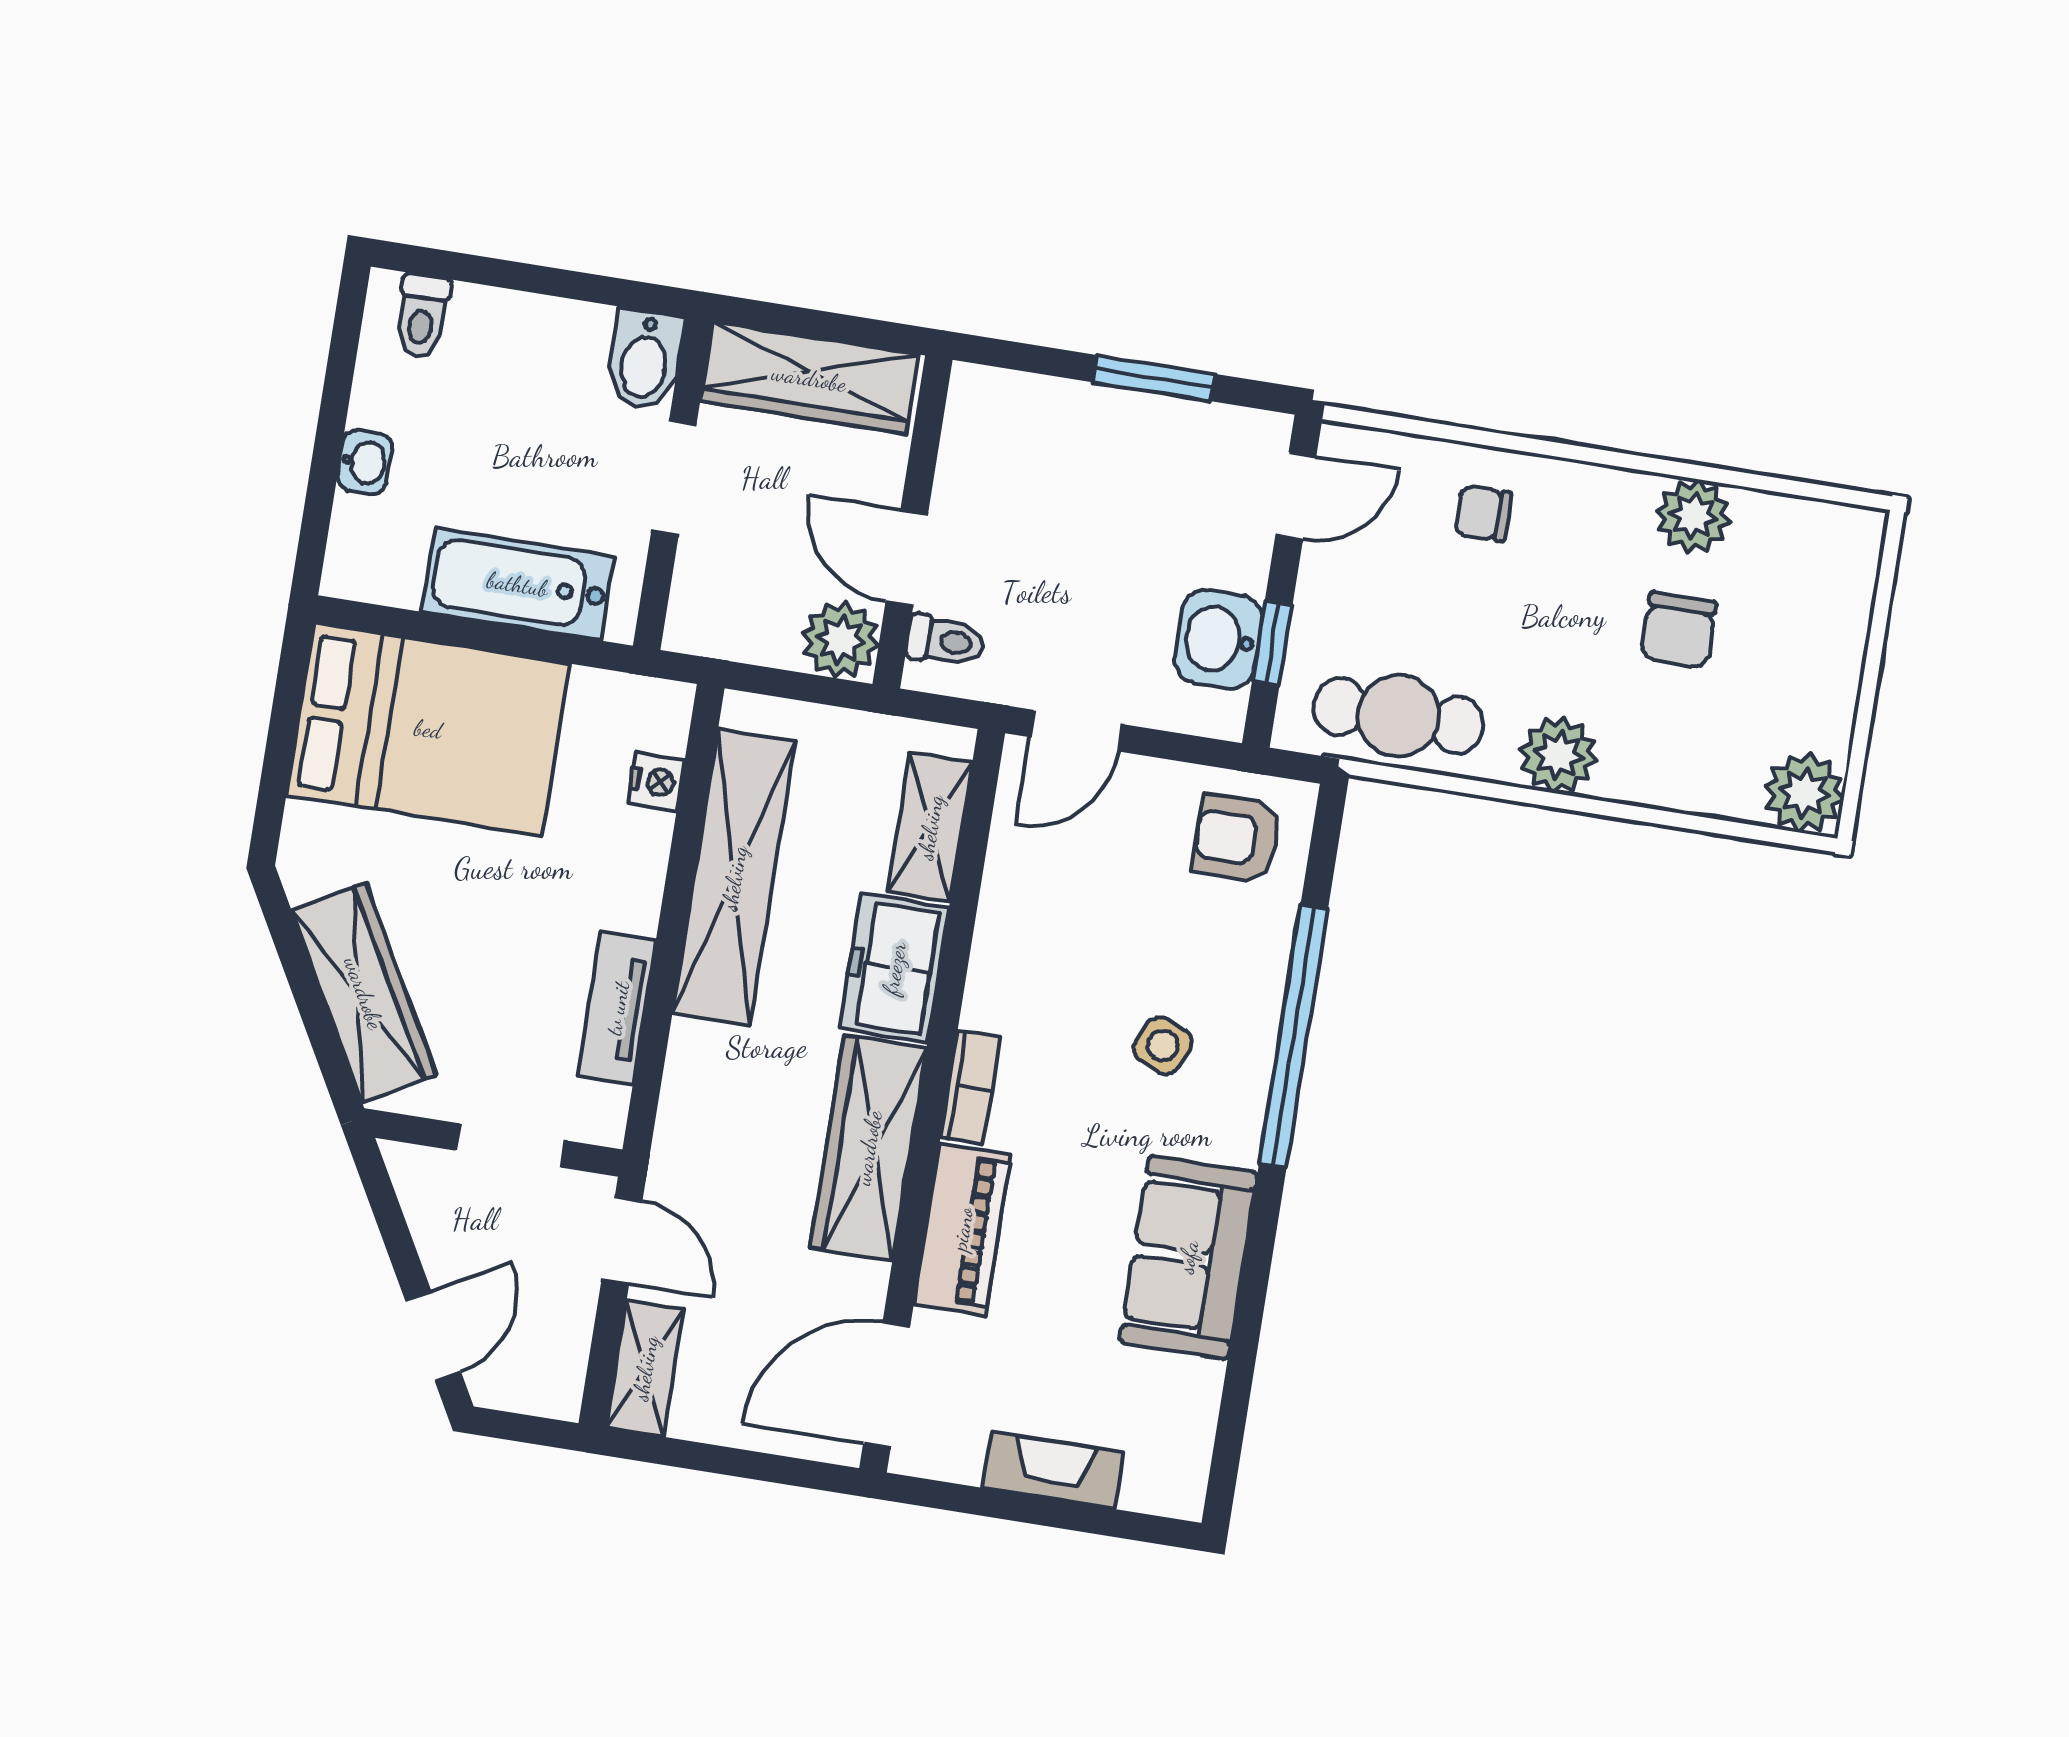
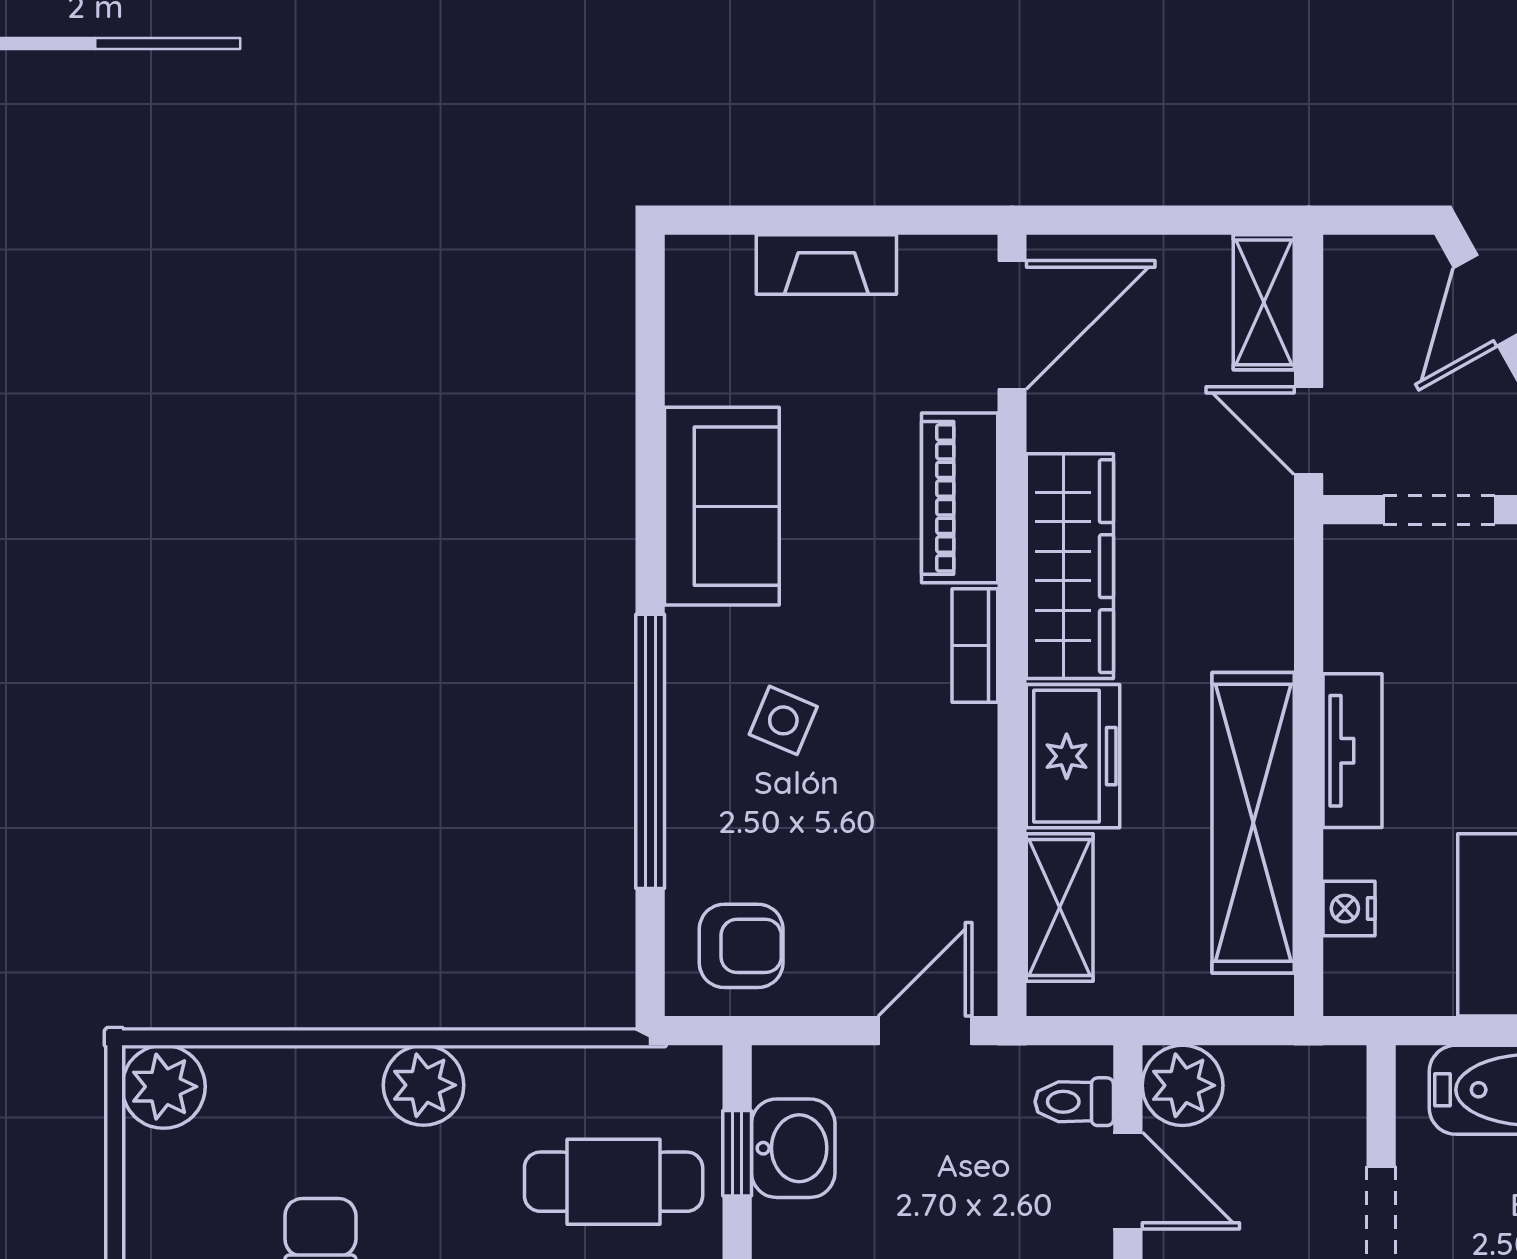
cafe table: (1398, 716) -> (614, 1182), moved
tv unit: (617, 1008) -> (1353, 751), moved

